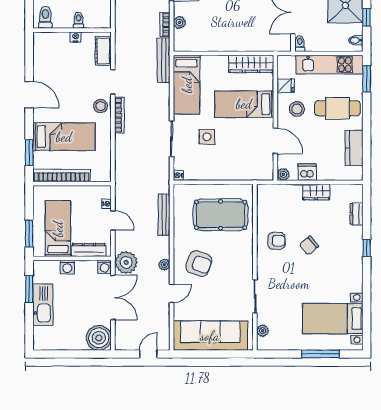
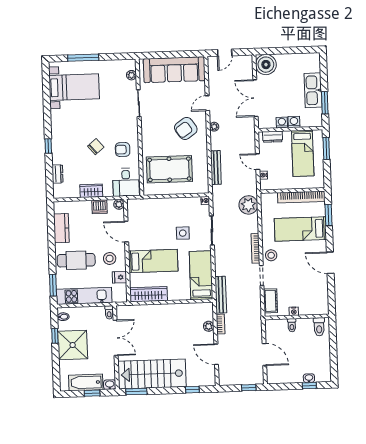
desk: (274, 201) -> (126, 182), added
dresser: (89, 250) -> (273, 137), width x0.70
plant: (126, 262) -> (248, 205), moved
armchair: (199, 264) -> (186, 128), turned -54
washing machine: (105, 267) -> (282, 123), moved

